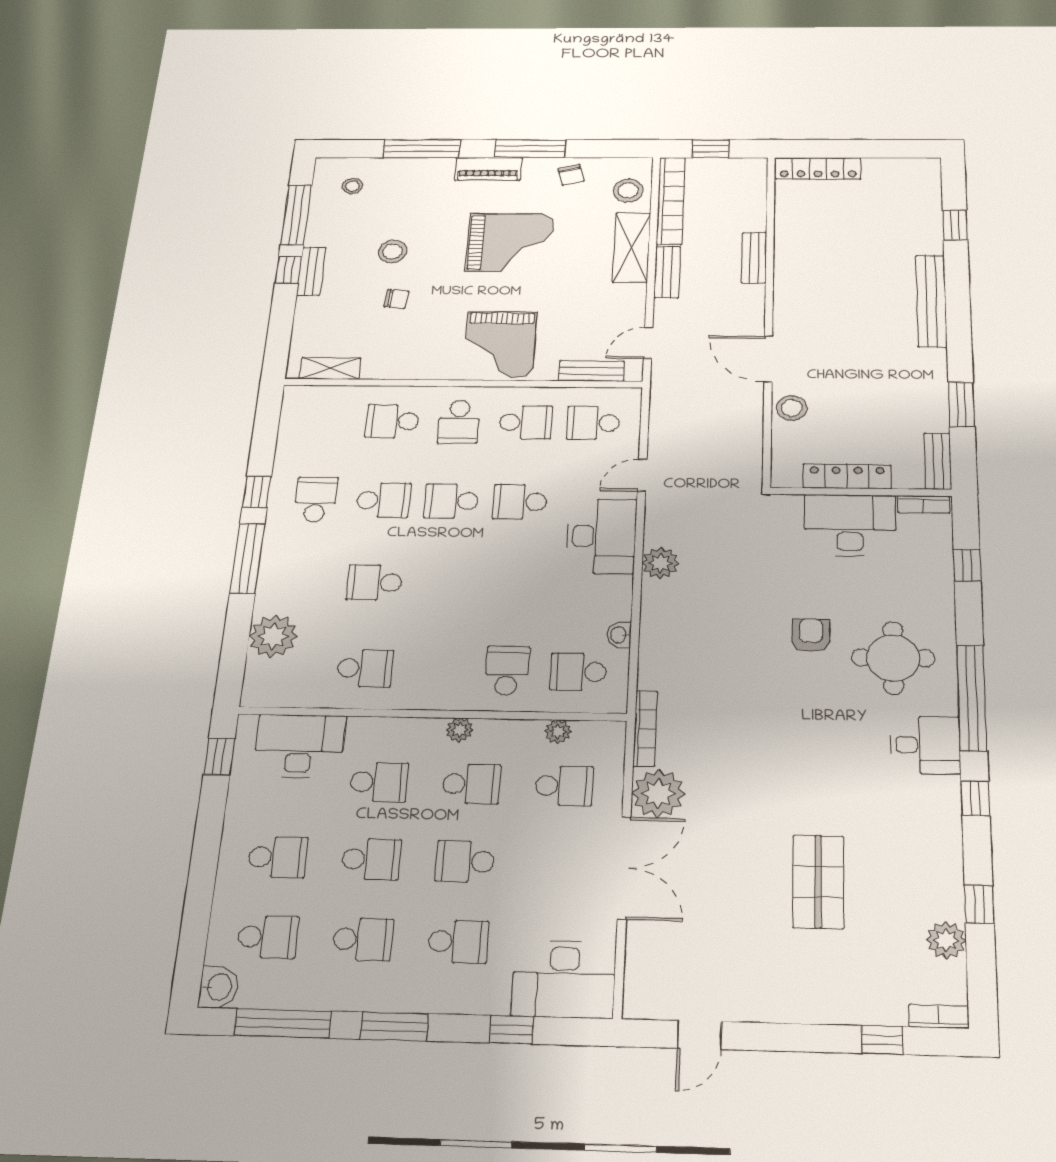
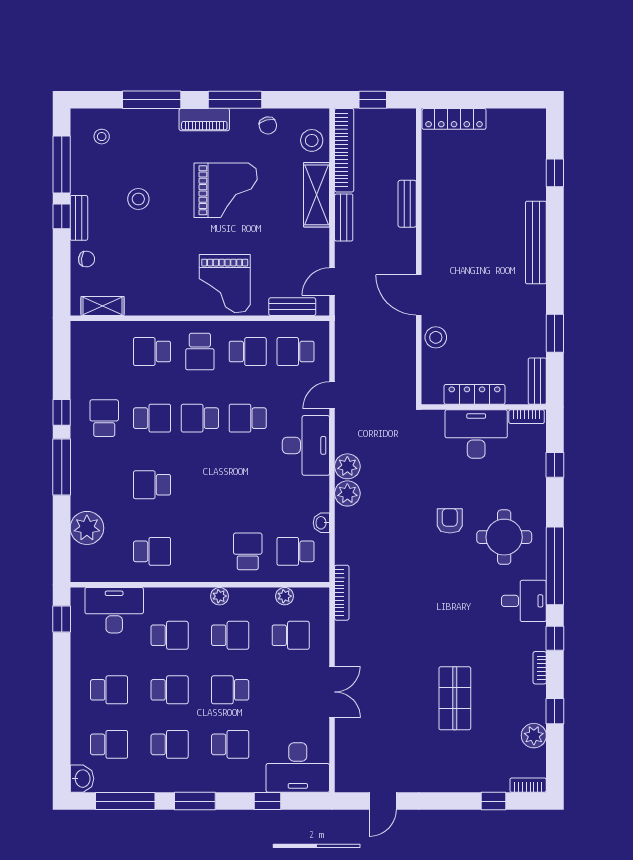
chair: (396, 299) -> (87, 259), moved
plant: (658, 793) -> (347, 493), moved, width x0.73, depth x0.73
bookcase: (953, 840) -> (540, 668), added
double door: (624, 868) -> (332, 692), width x0.73

